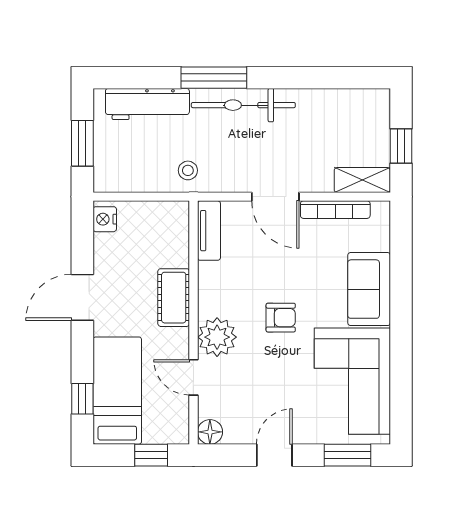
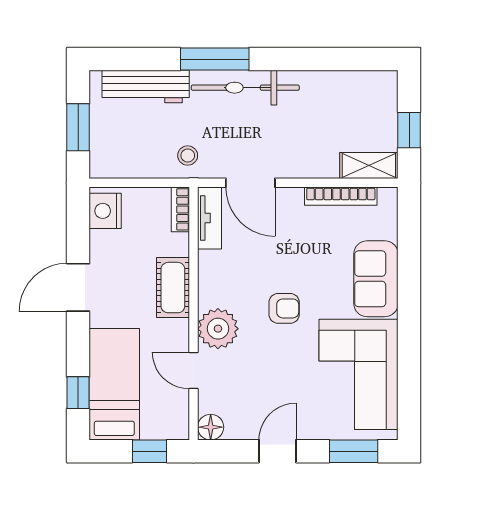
door: (275, 197) -> (250, 183), moved
nightstand: (105, 219) -> (105, 211), width x1.36, depth x1.33
bookcase: (181, 222) -> (180, 209), added

